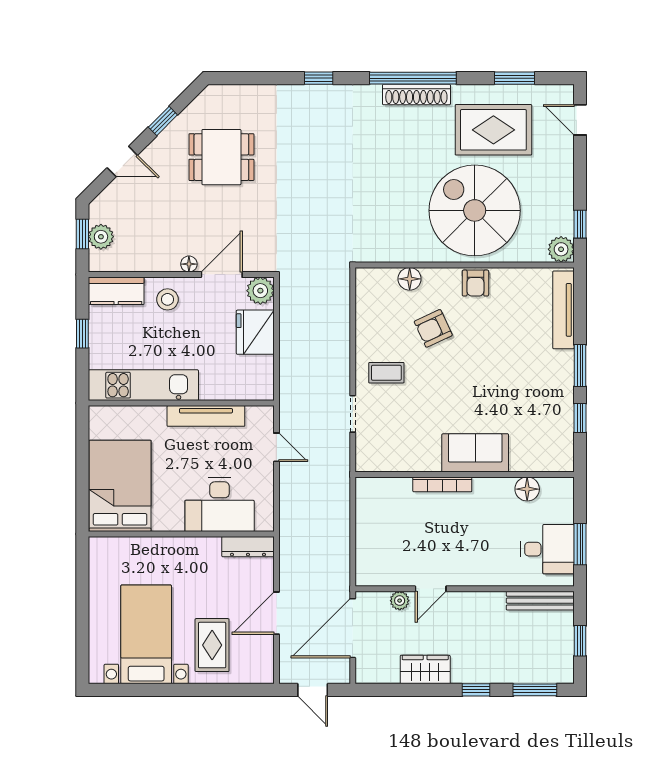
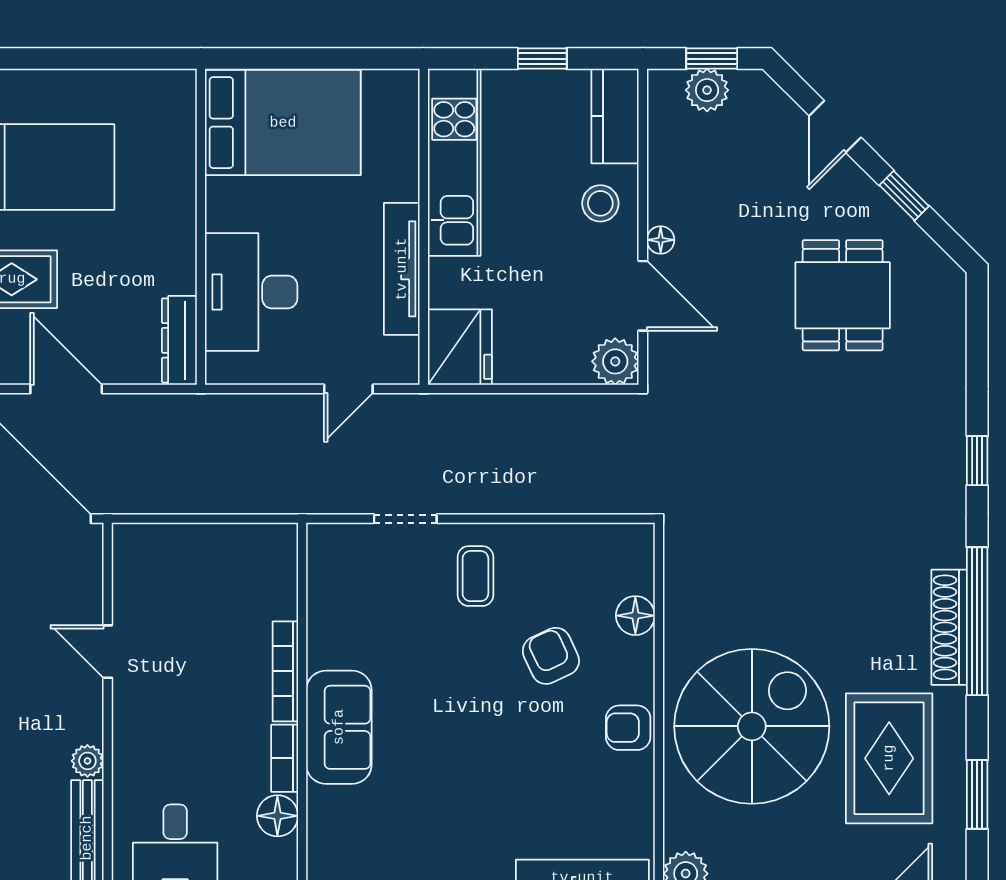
fridge: (255, 332) -> (460, 347), moved, turned 90
bookcase: (493, 485) -> (285, 758), added
plant: (400, 601) -> (87, 761), moved

